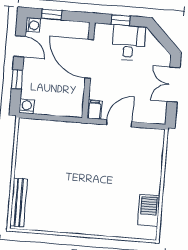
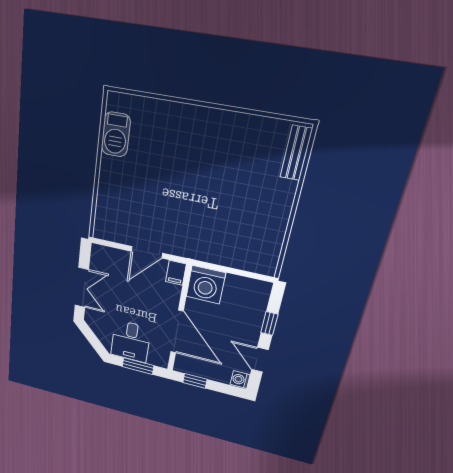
window: (52, 15) -> (195, 381), moved
window: (121, 20) -> (138, 366), width x1.50
washing machine: (27, 106) -> (206, 285), moved, width x1.89, depth x1.89
bench: (19, 202) -> (296, 153), width x0.73

